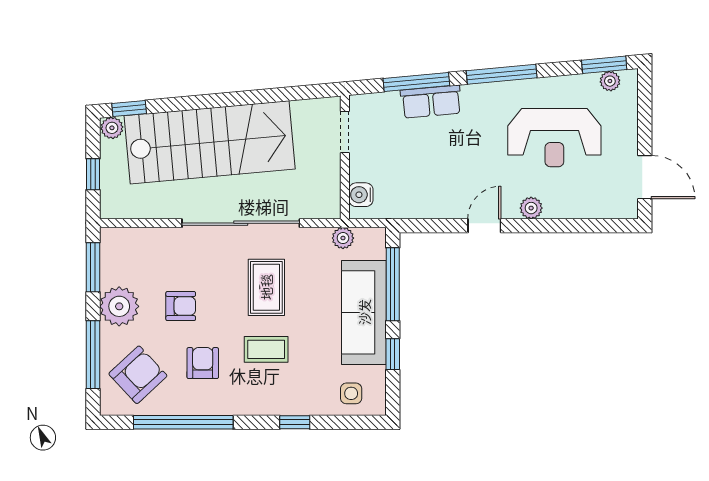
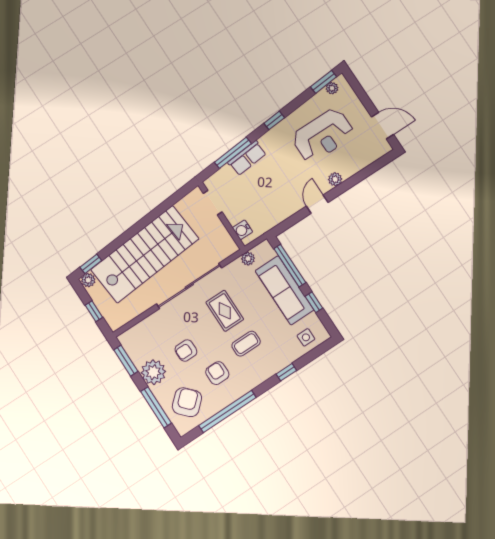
window: (502, 74) -> (274, 120), width x0.46
armchair: (181, 306) -> (186, 350), turned 180

